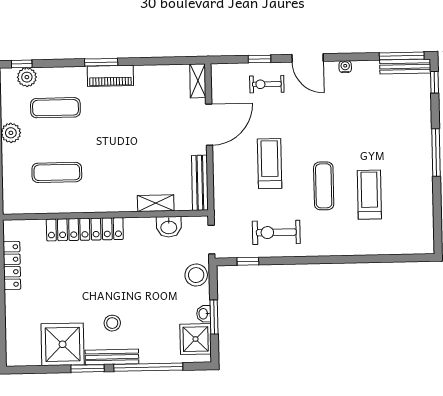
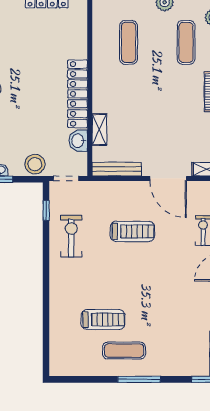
exercise mat: (324, 186) -> (124, 351), moved
locker: (85, 229) -> (78, 94), moved

